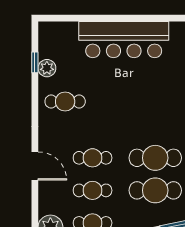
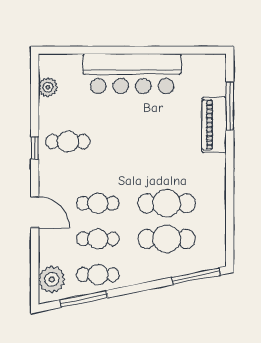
window: (35, 62) -> (35, 148), moved
plant: (47, 68) -> (48, 87), moved

